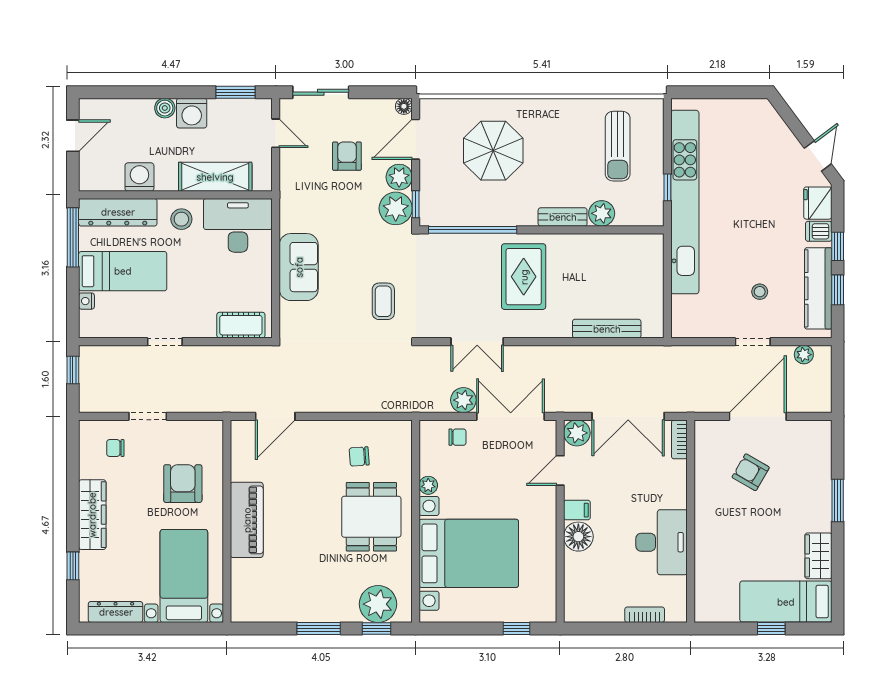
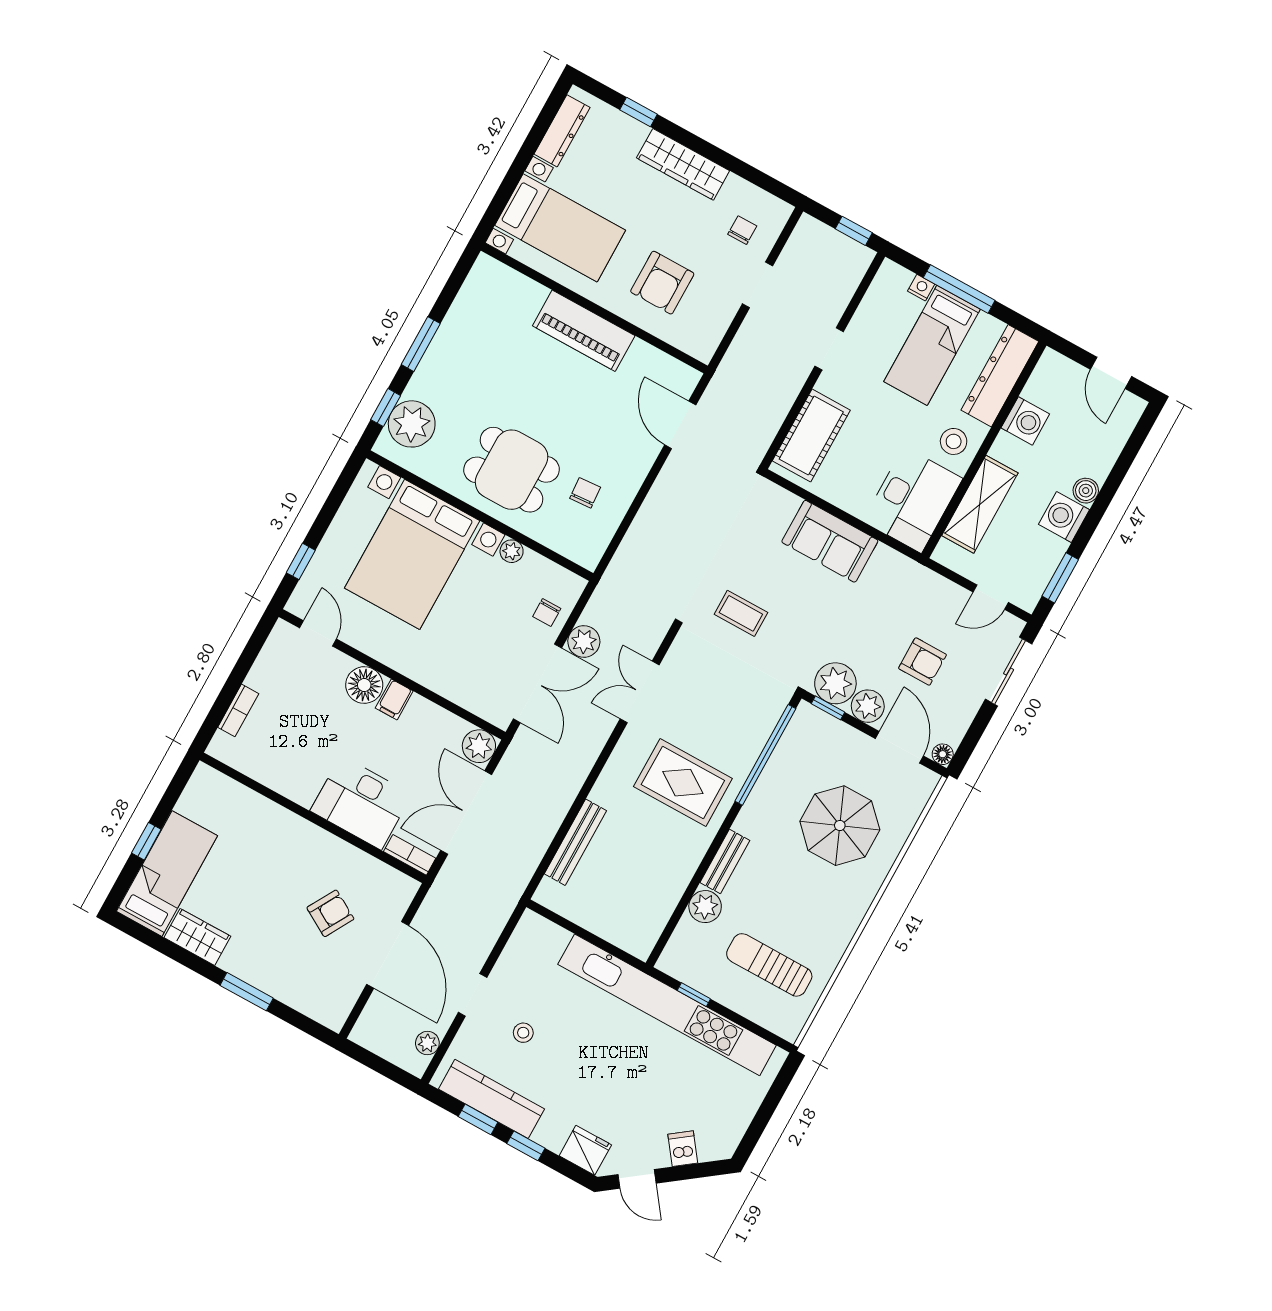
dishwasher: (819, 231) -> (683, 1149), moved, turned -37
window: (73, 237) -> (959, 289), moved
cot: (241, 325) -> (811, 435), width x1.37, depth x1.34
door: (560, 470) -> (318, 633), moved
armchair: (183, 484) -> (662, 283), turned 90
desk: (662, 542) -> (361, 803), moved

